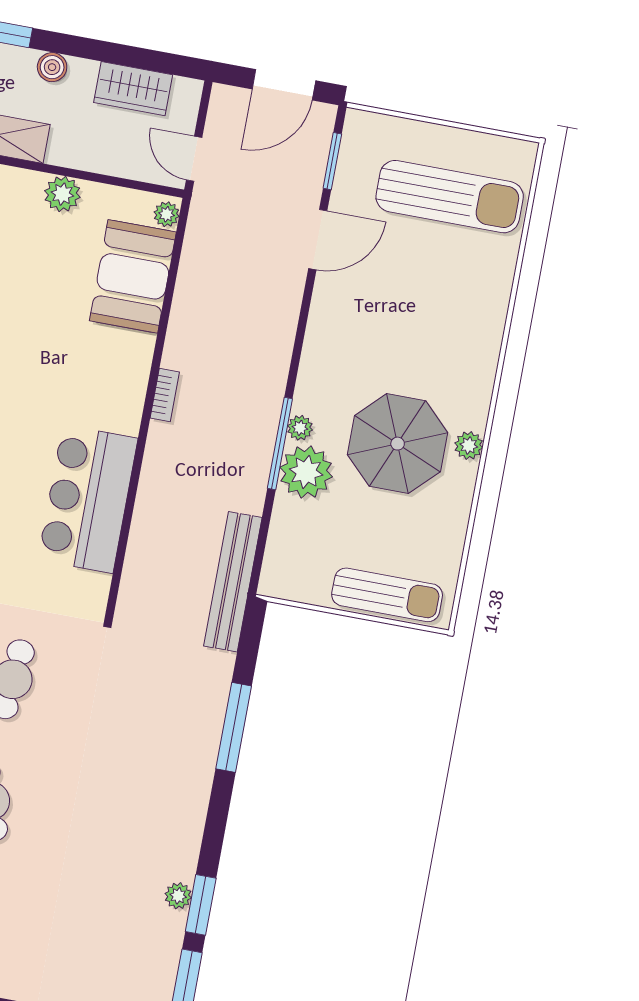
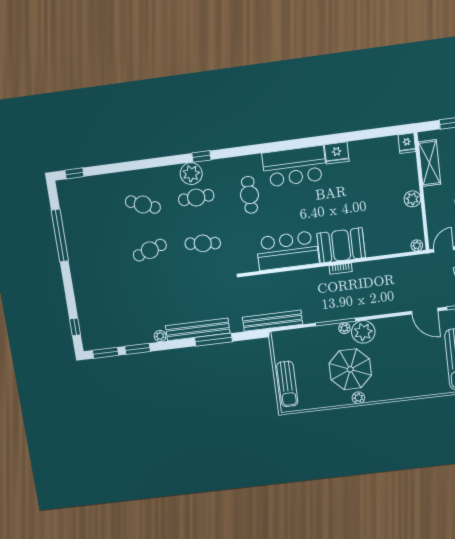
booth: (133, 276) -> (341, 245), moved
plant: (306, 472) -> (363, 332), moved
bench: (199, 755) -> (198, 329), added
plant: (178, 896) -> (160, 336), moved

